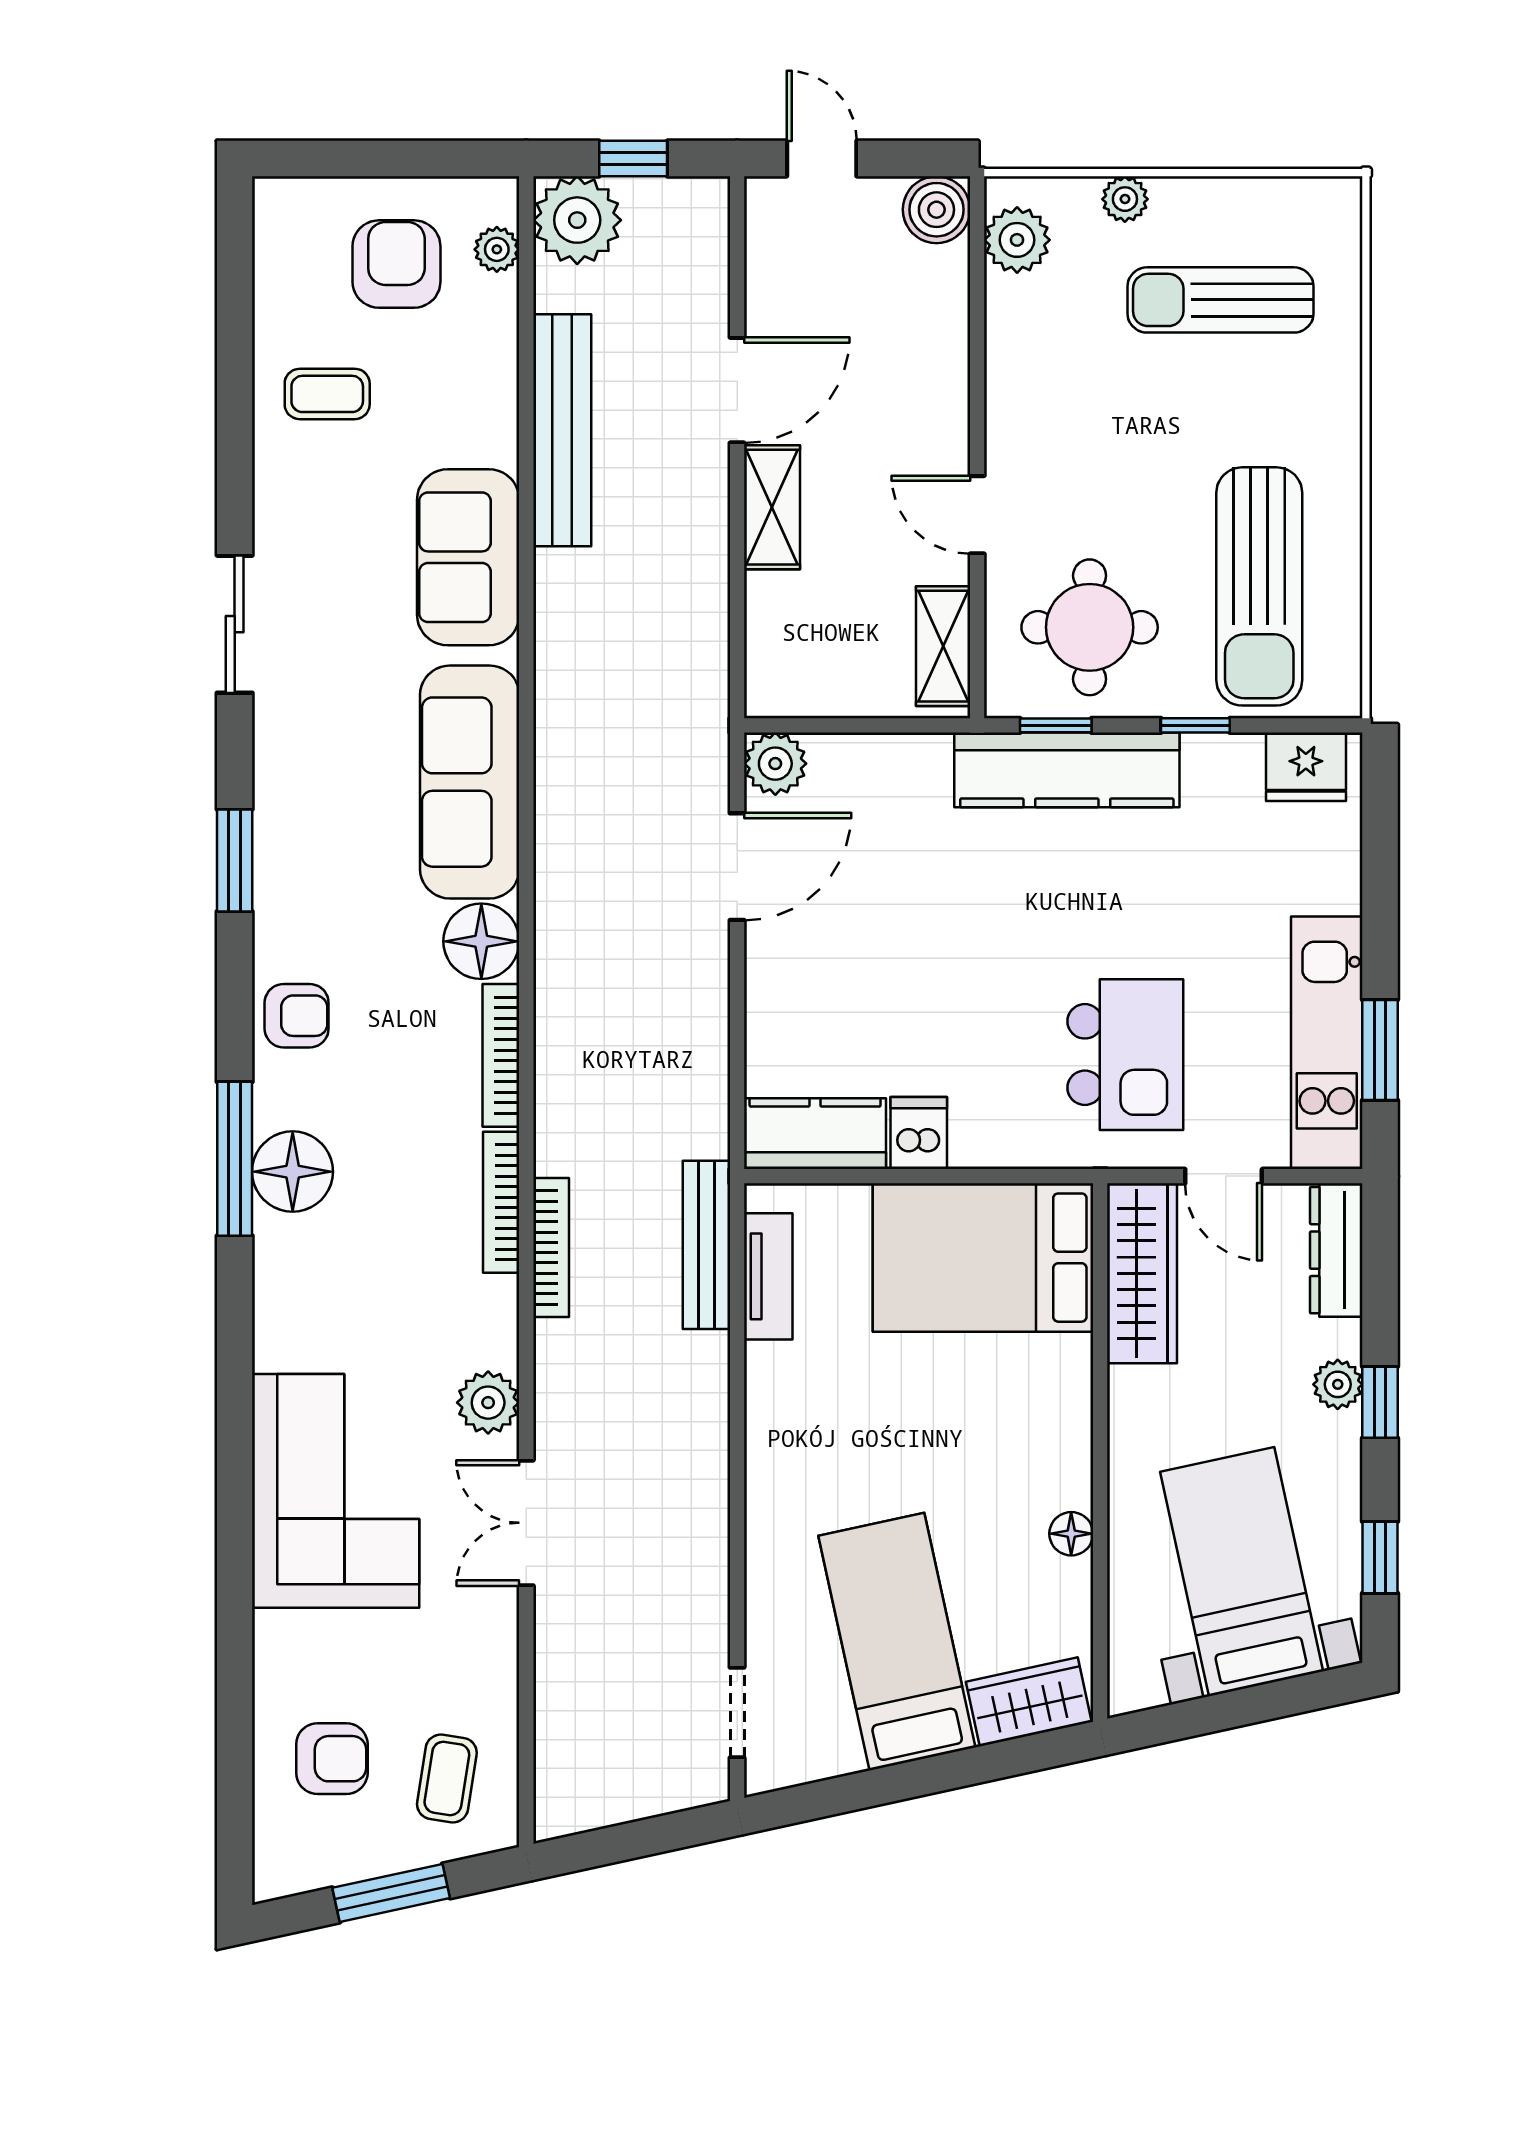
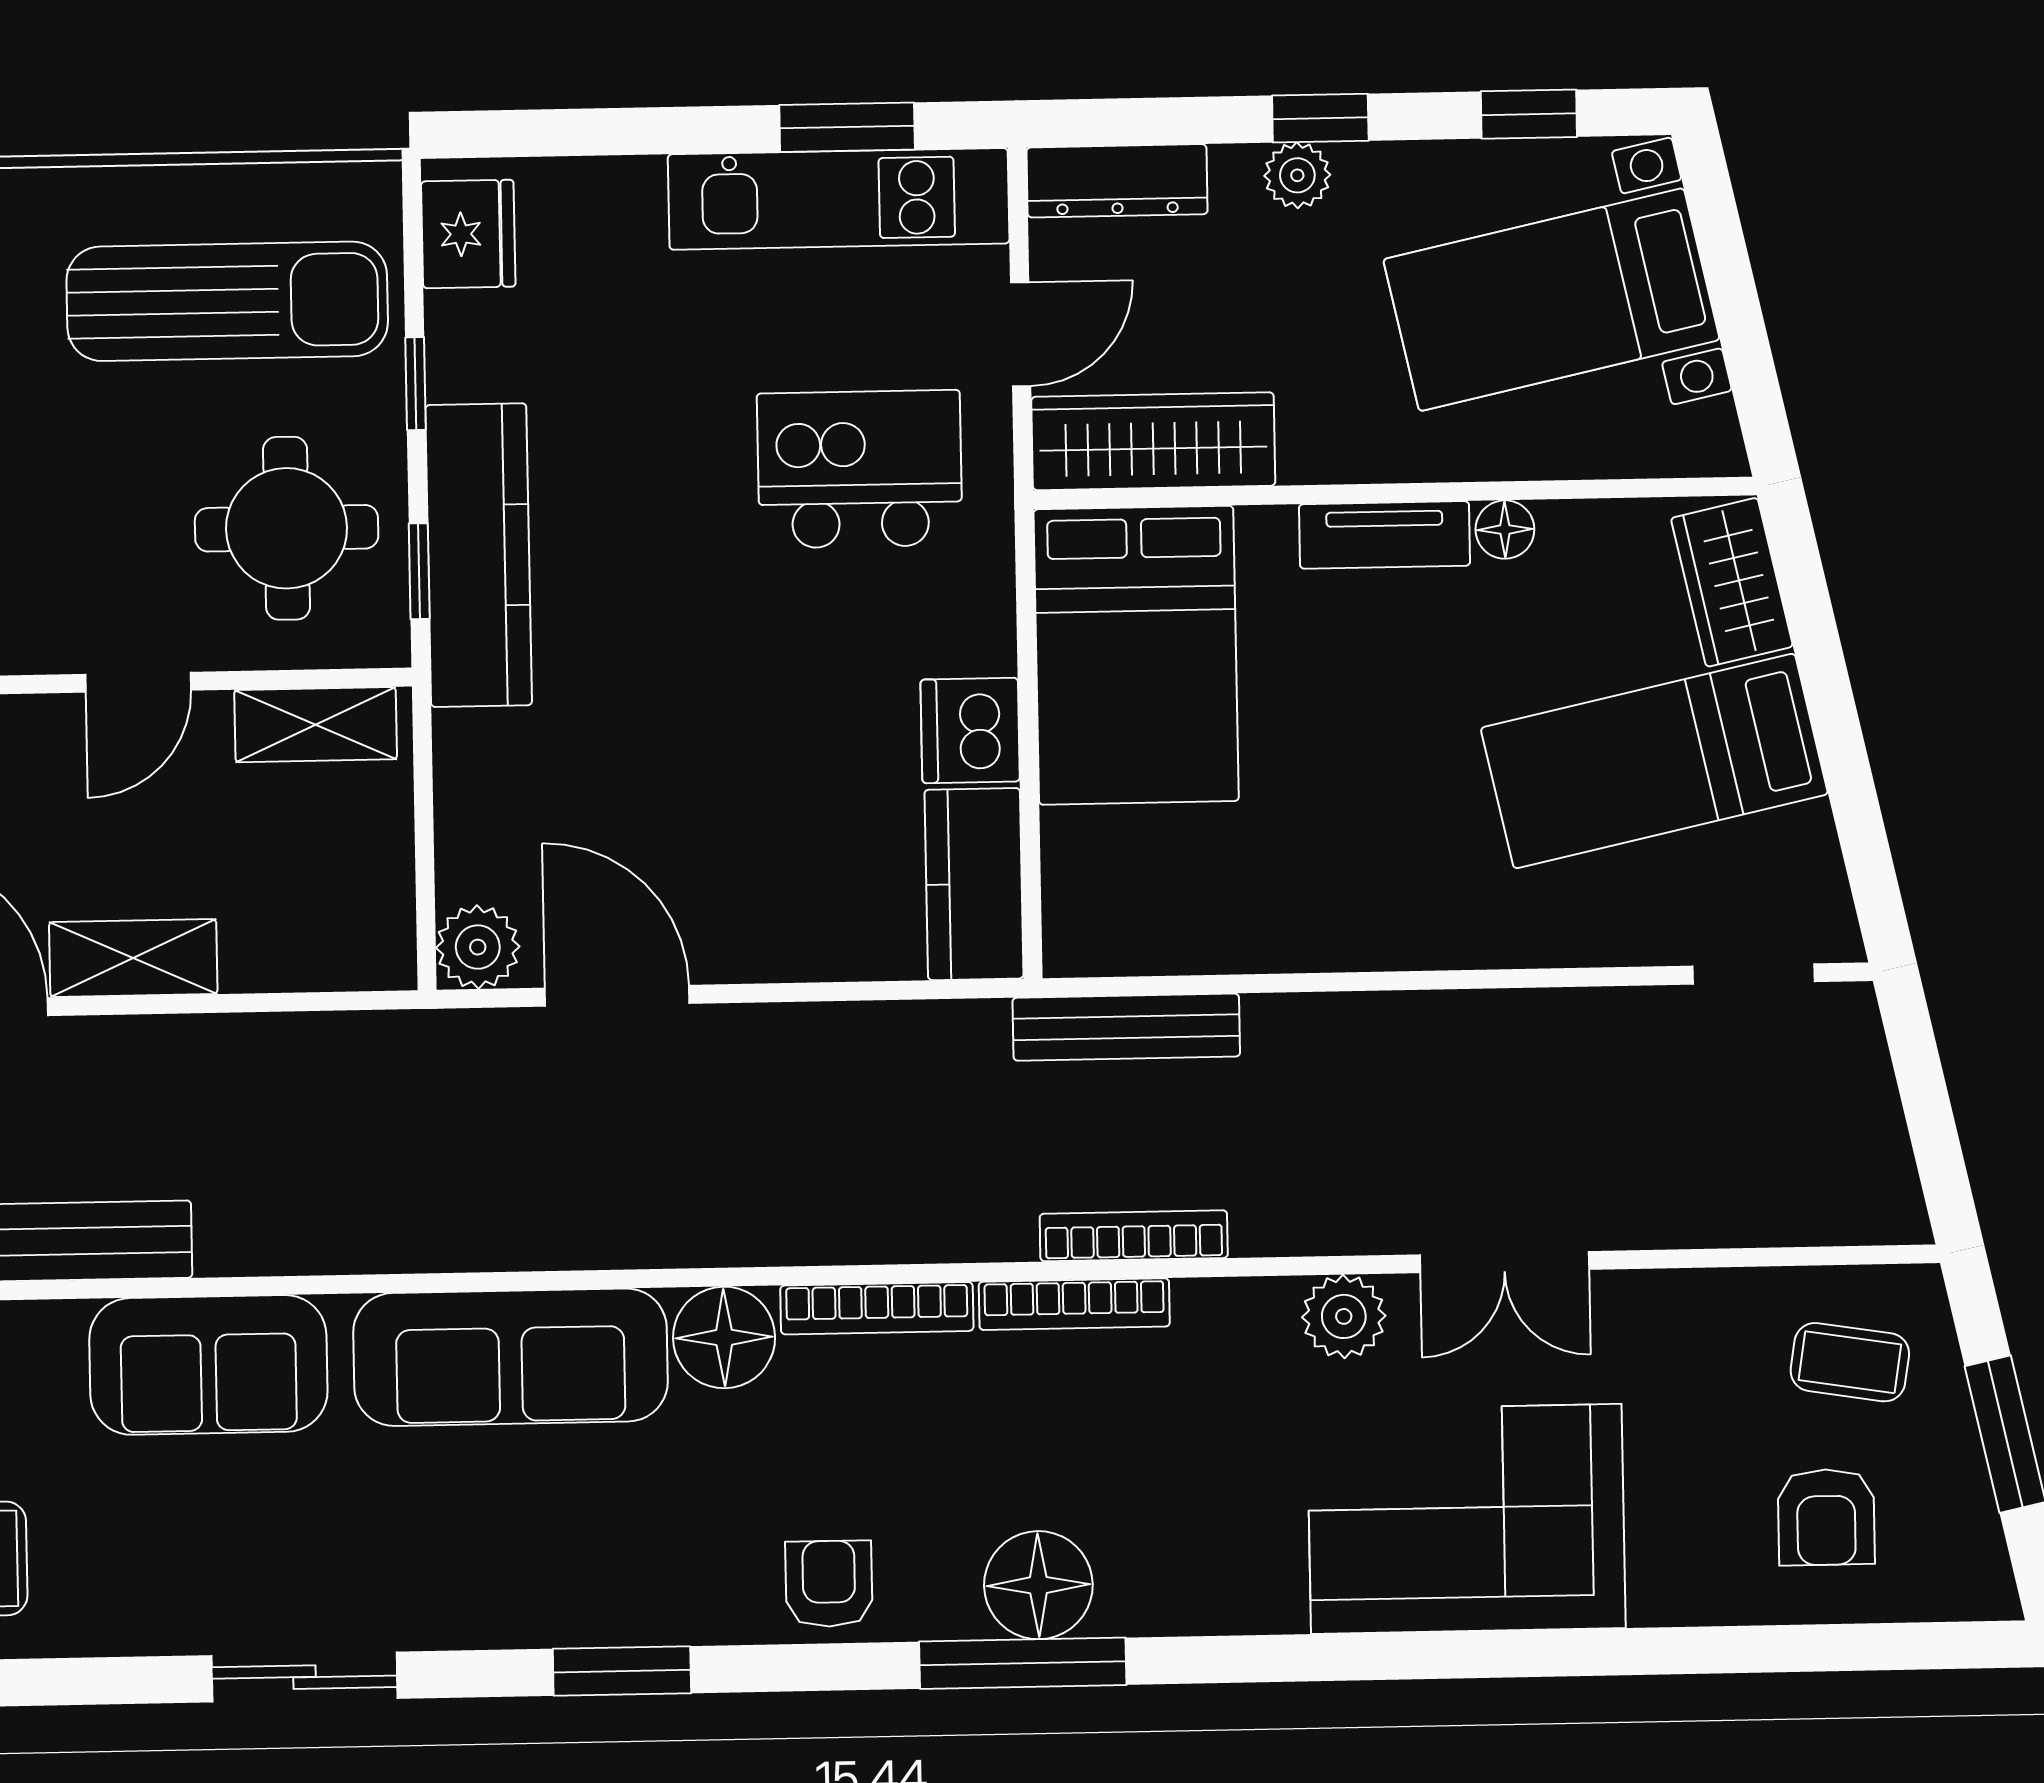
dishwasher: (919, 1133) -> (970, 731), width x1.38
tv unit: (768, 1276) -> (1385, 535), moved, turned 180
armchair: (332, 1759) -> (1826, 1517), turned 180

